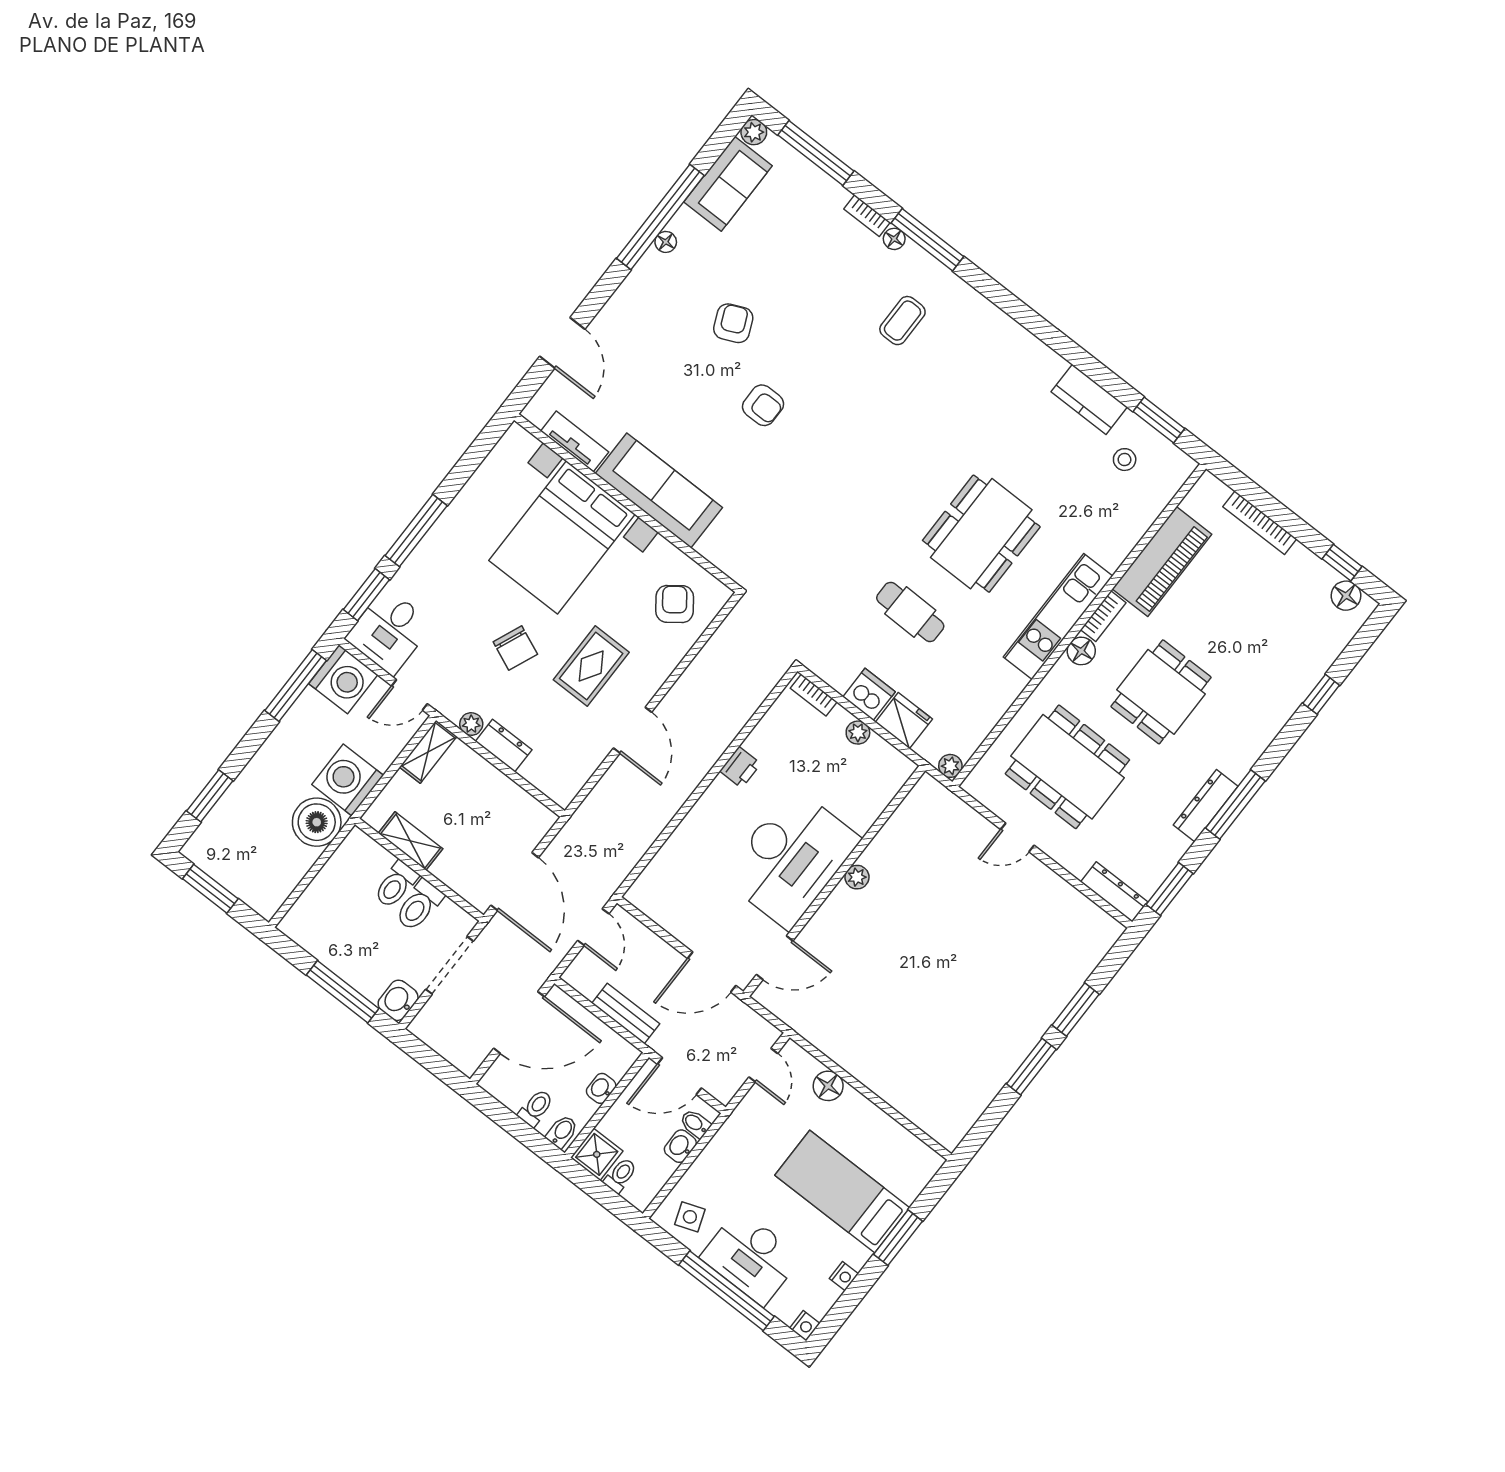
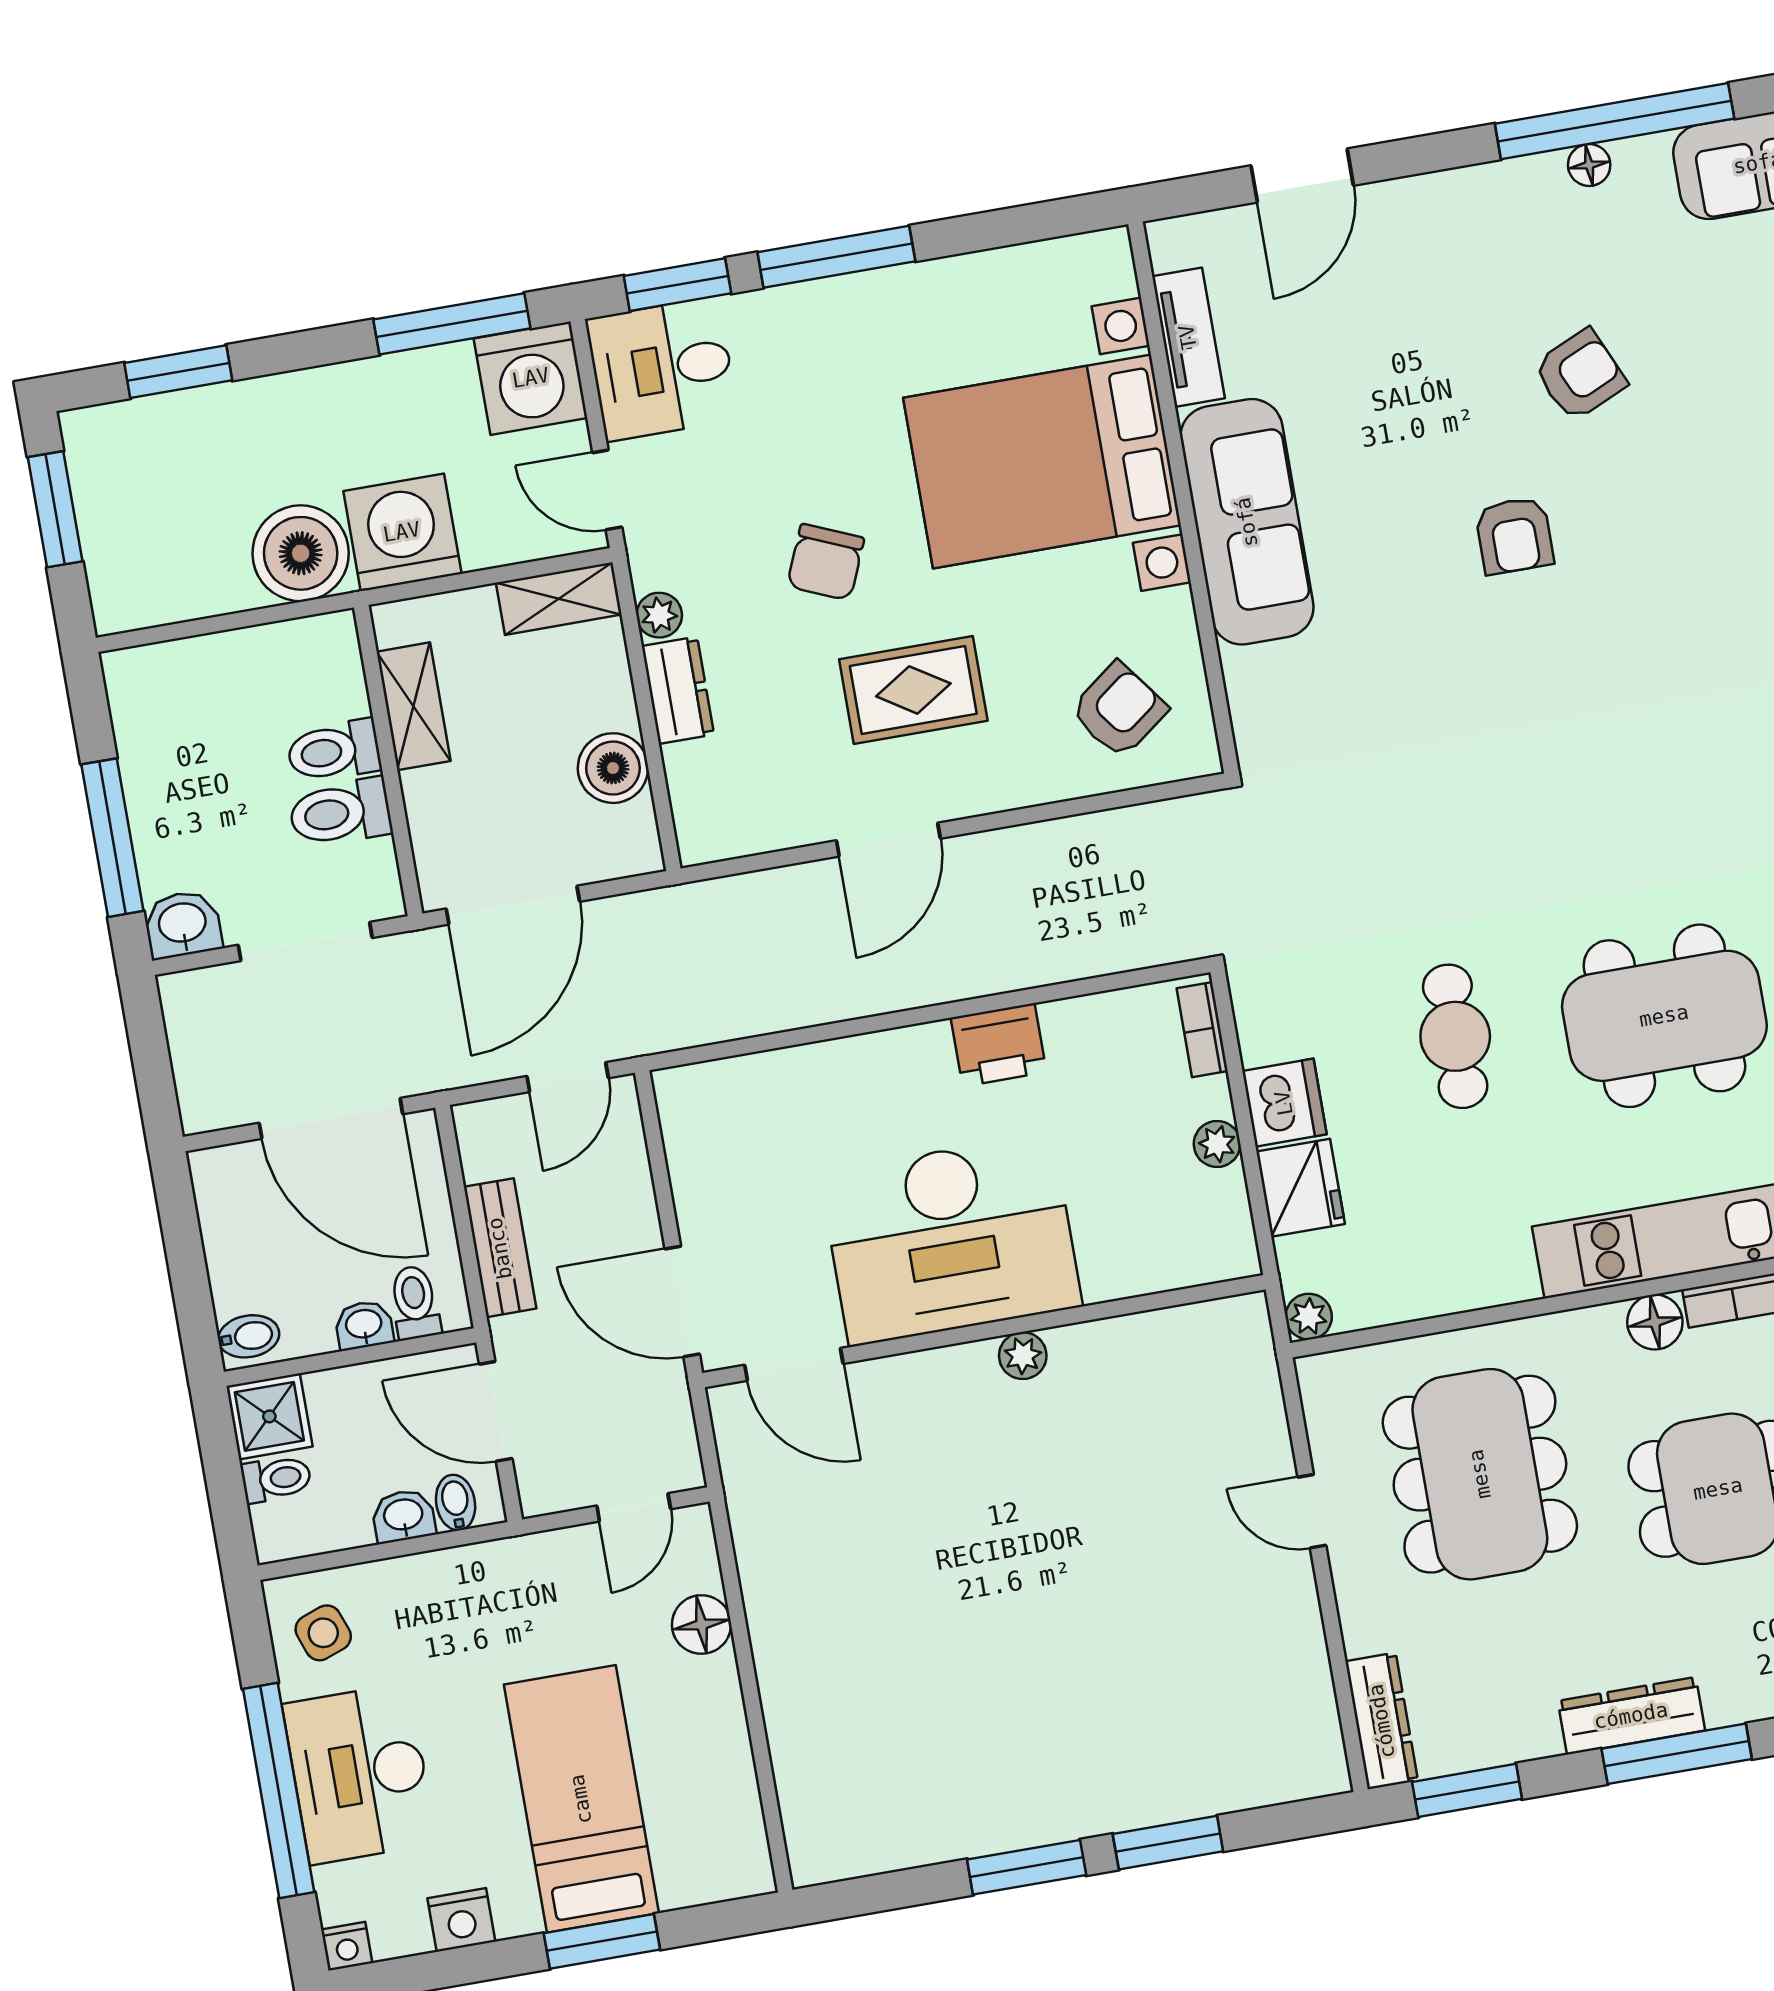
printer: (740, 767) -> (999, 1045), width x1.36, depth x1.24
boiler: (506, 797) -> (613, 768), added
toilet: (536, 1108) -> (415, 1302), moved, turned -90
nightstand: (844, 1276) -> (461, 1920), width x1.39, depth x1.35

